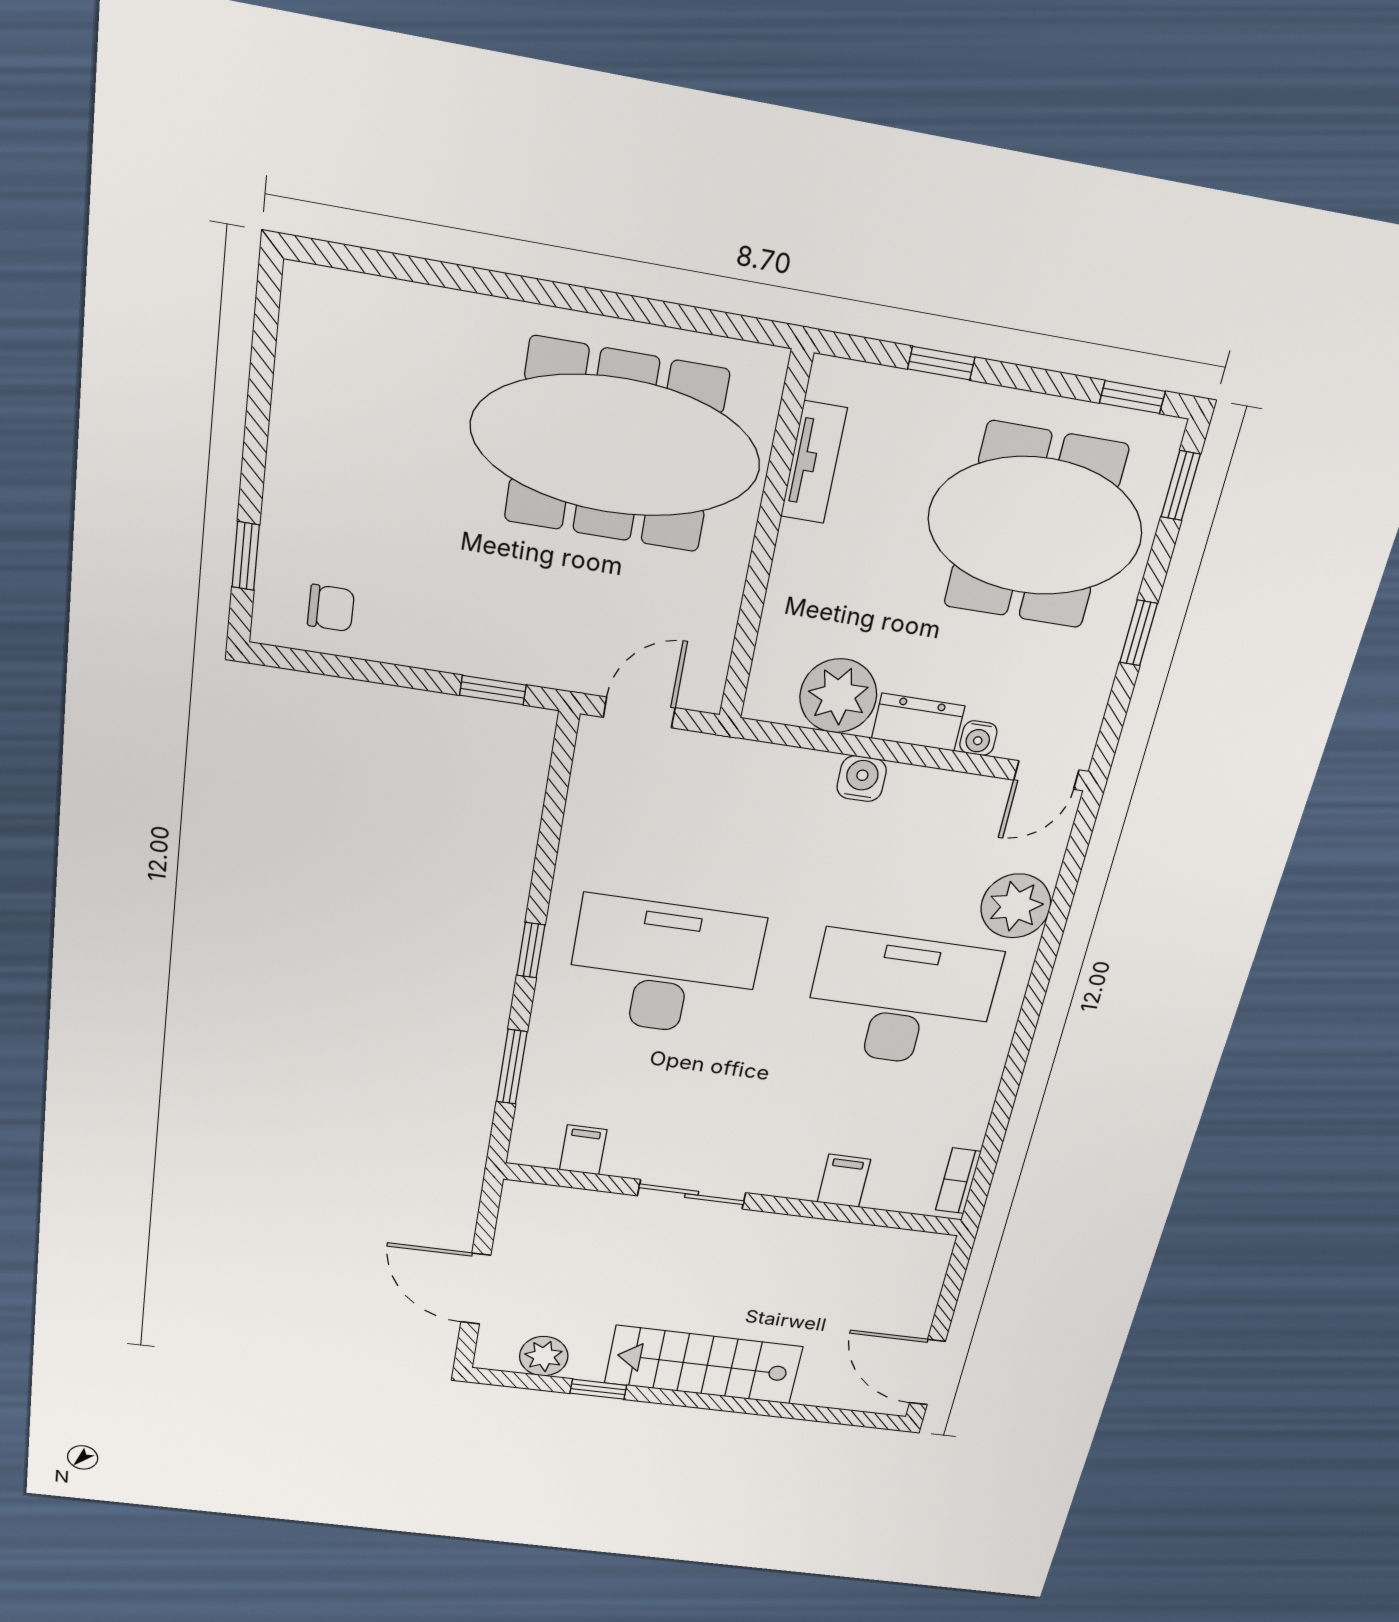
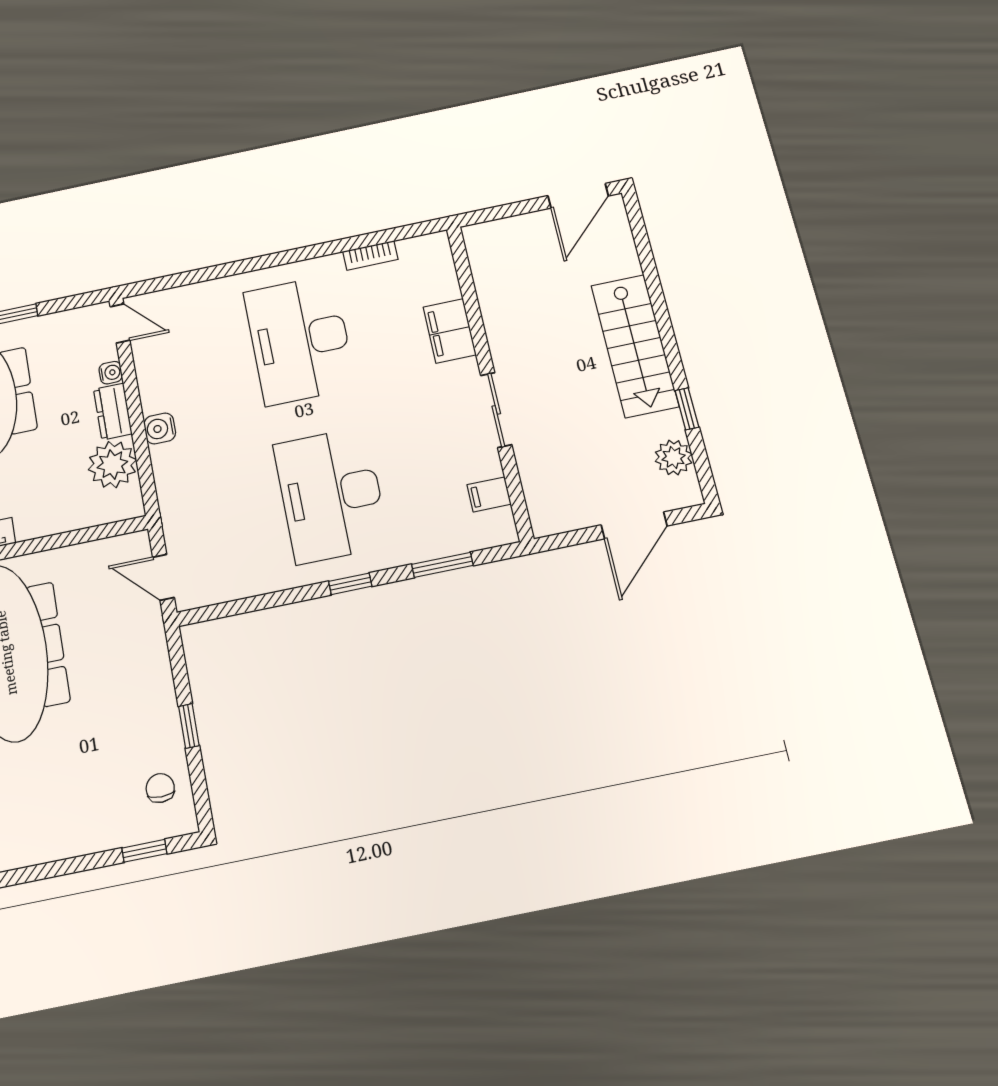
window: (493, 690) -> (189, 726), moved
plant: (1016, 906) -> (210, 301), removed
filing cabinet: (844, 1181) -> (450, 331), width x2.00
bookcase: (958, 1181) -> (370, 255), moved

